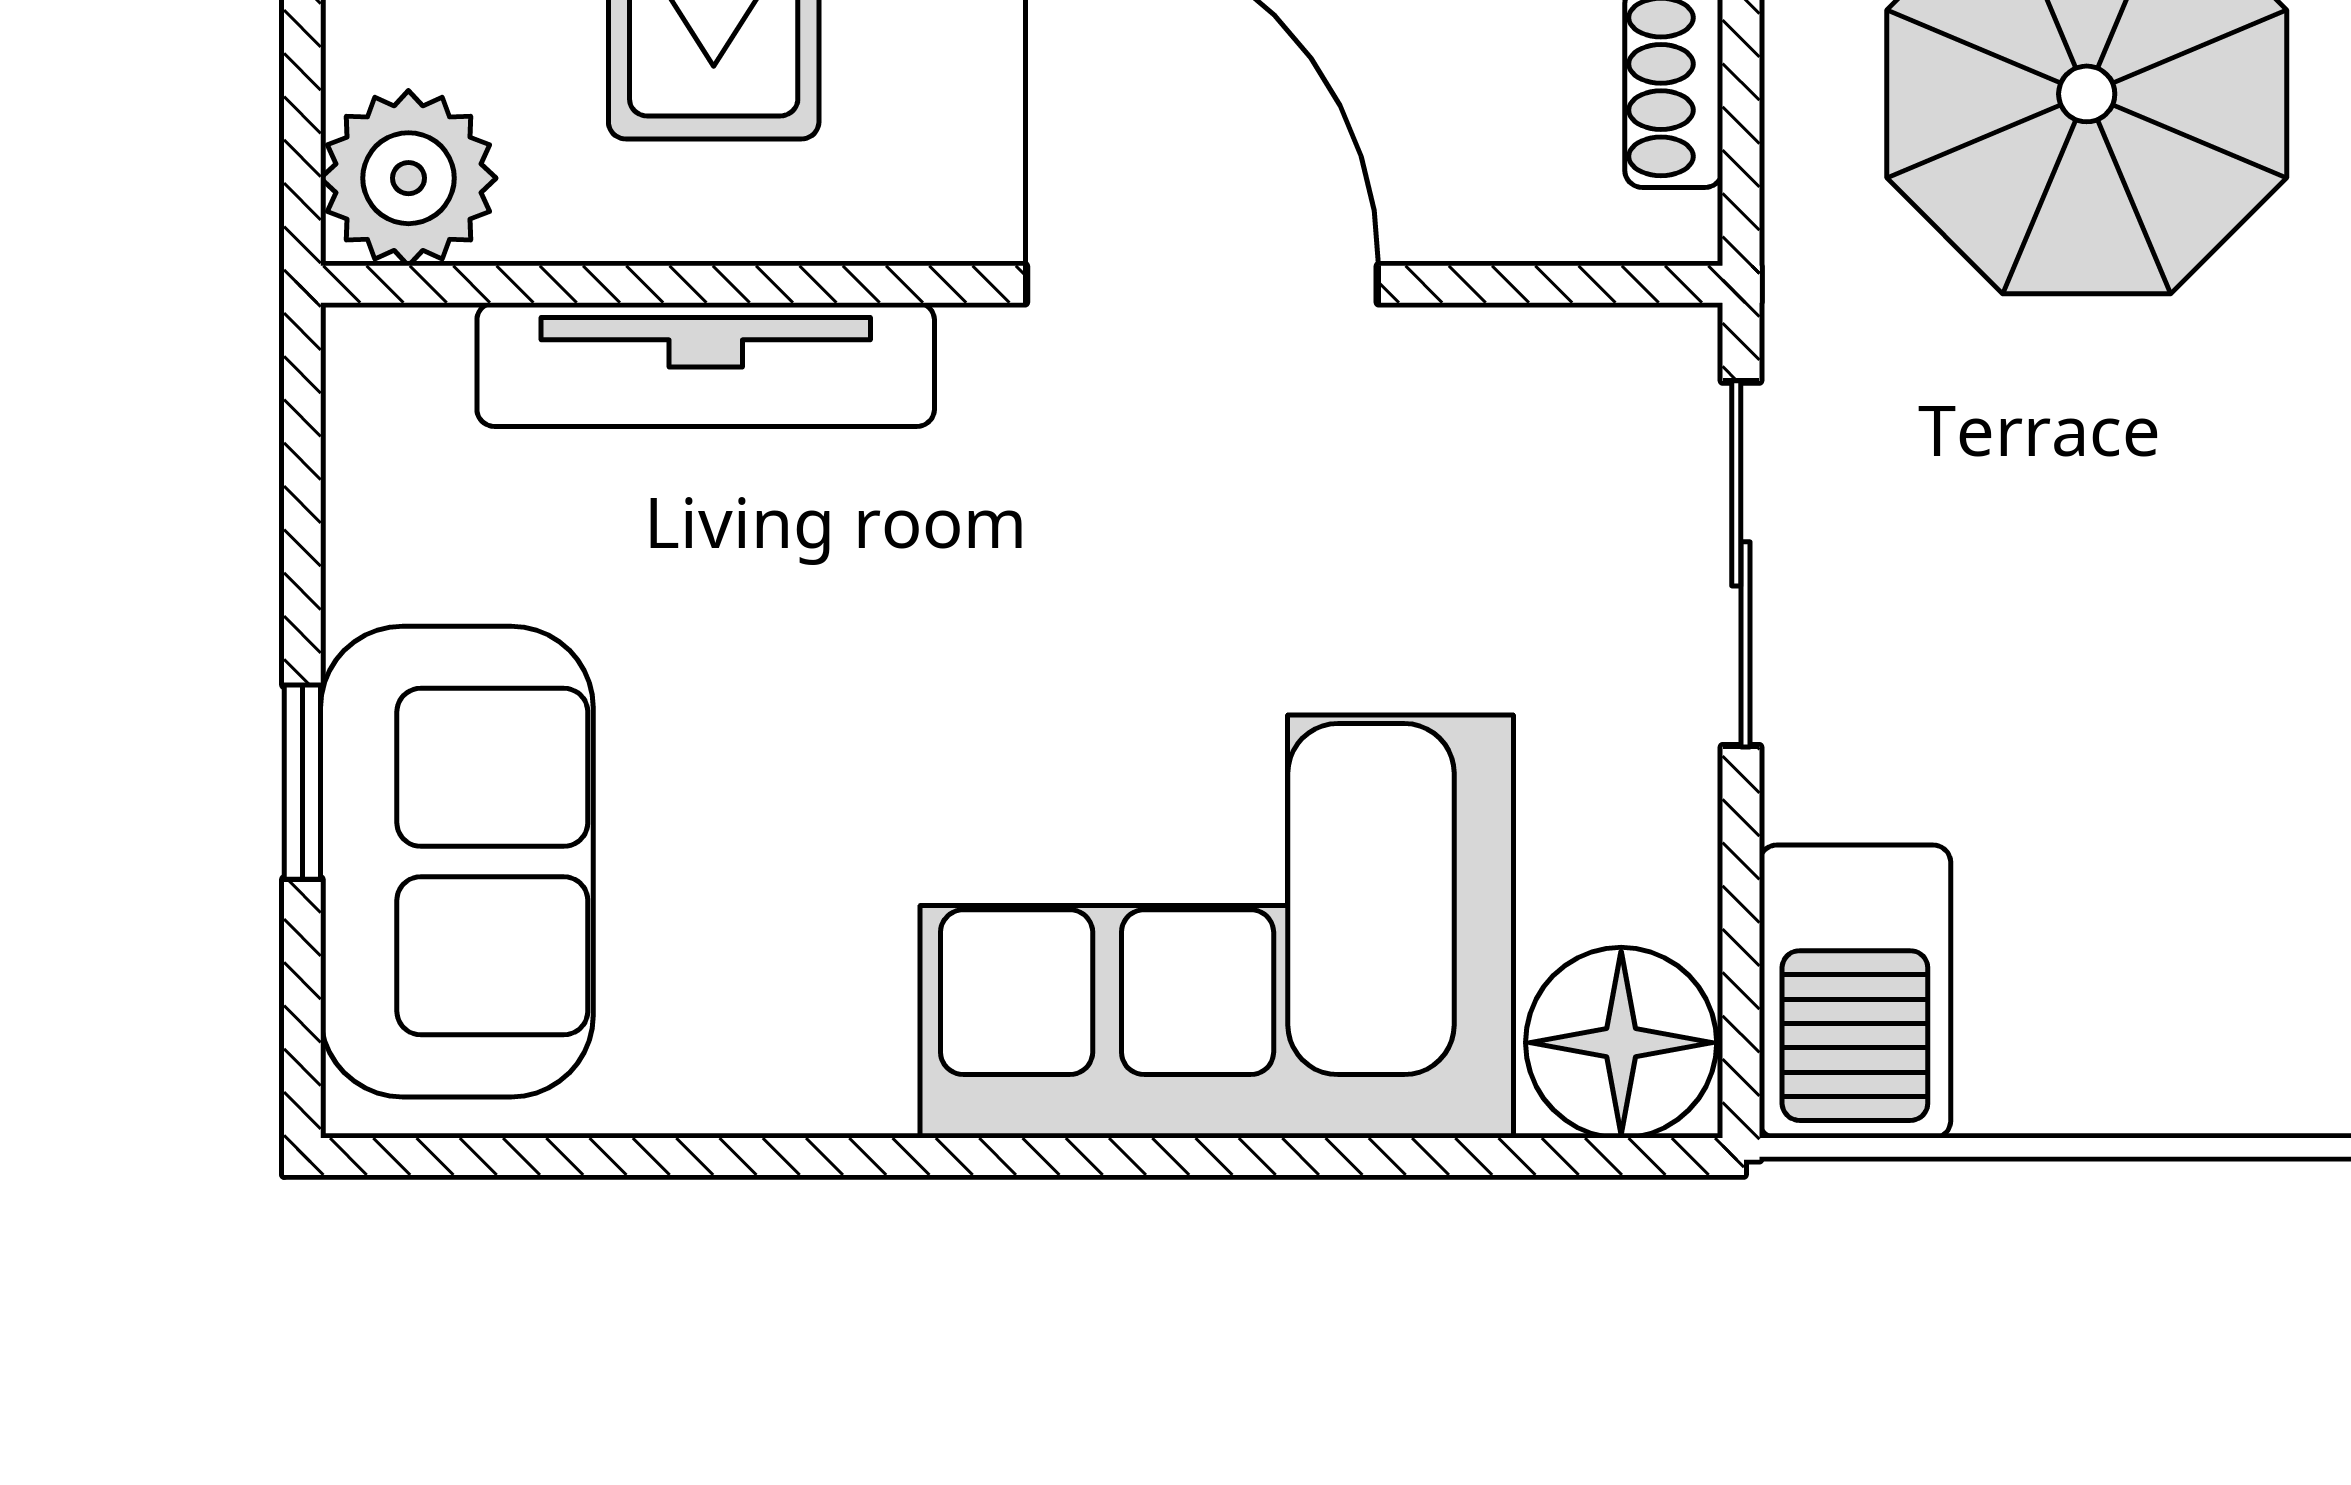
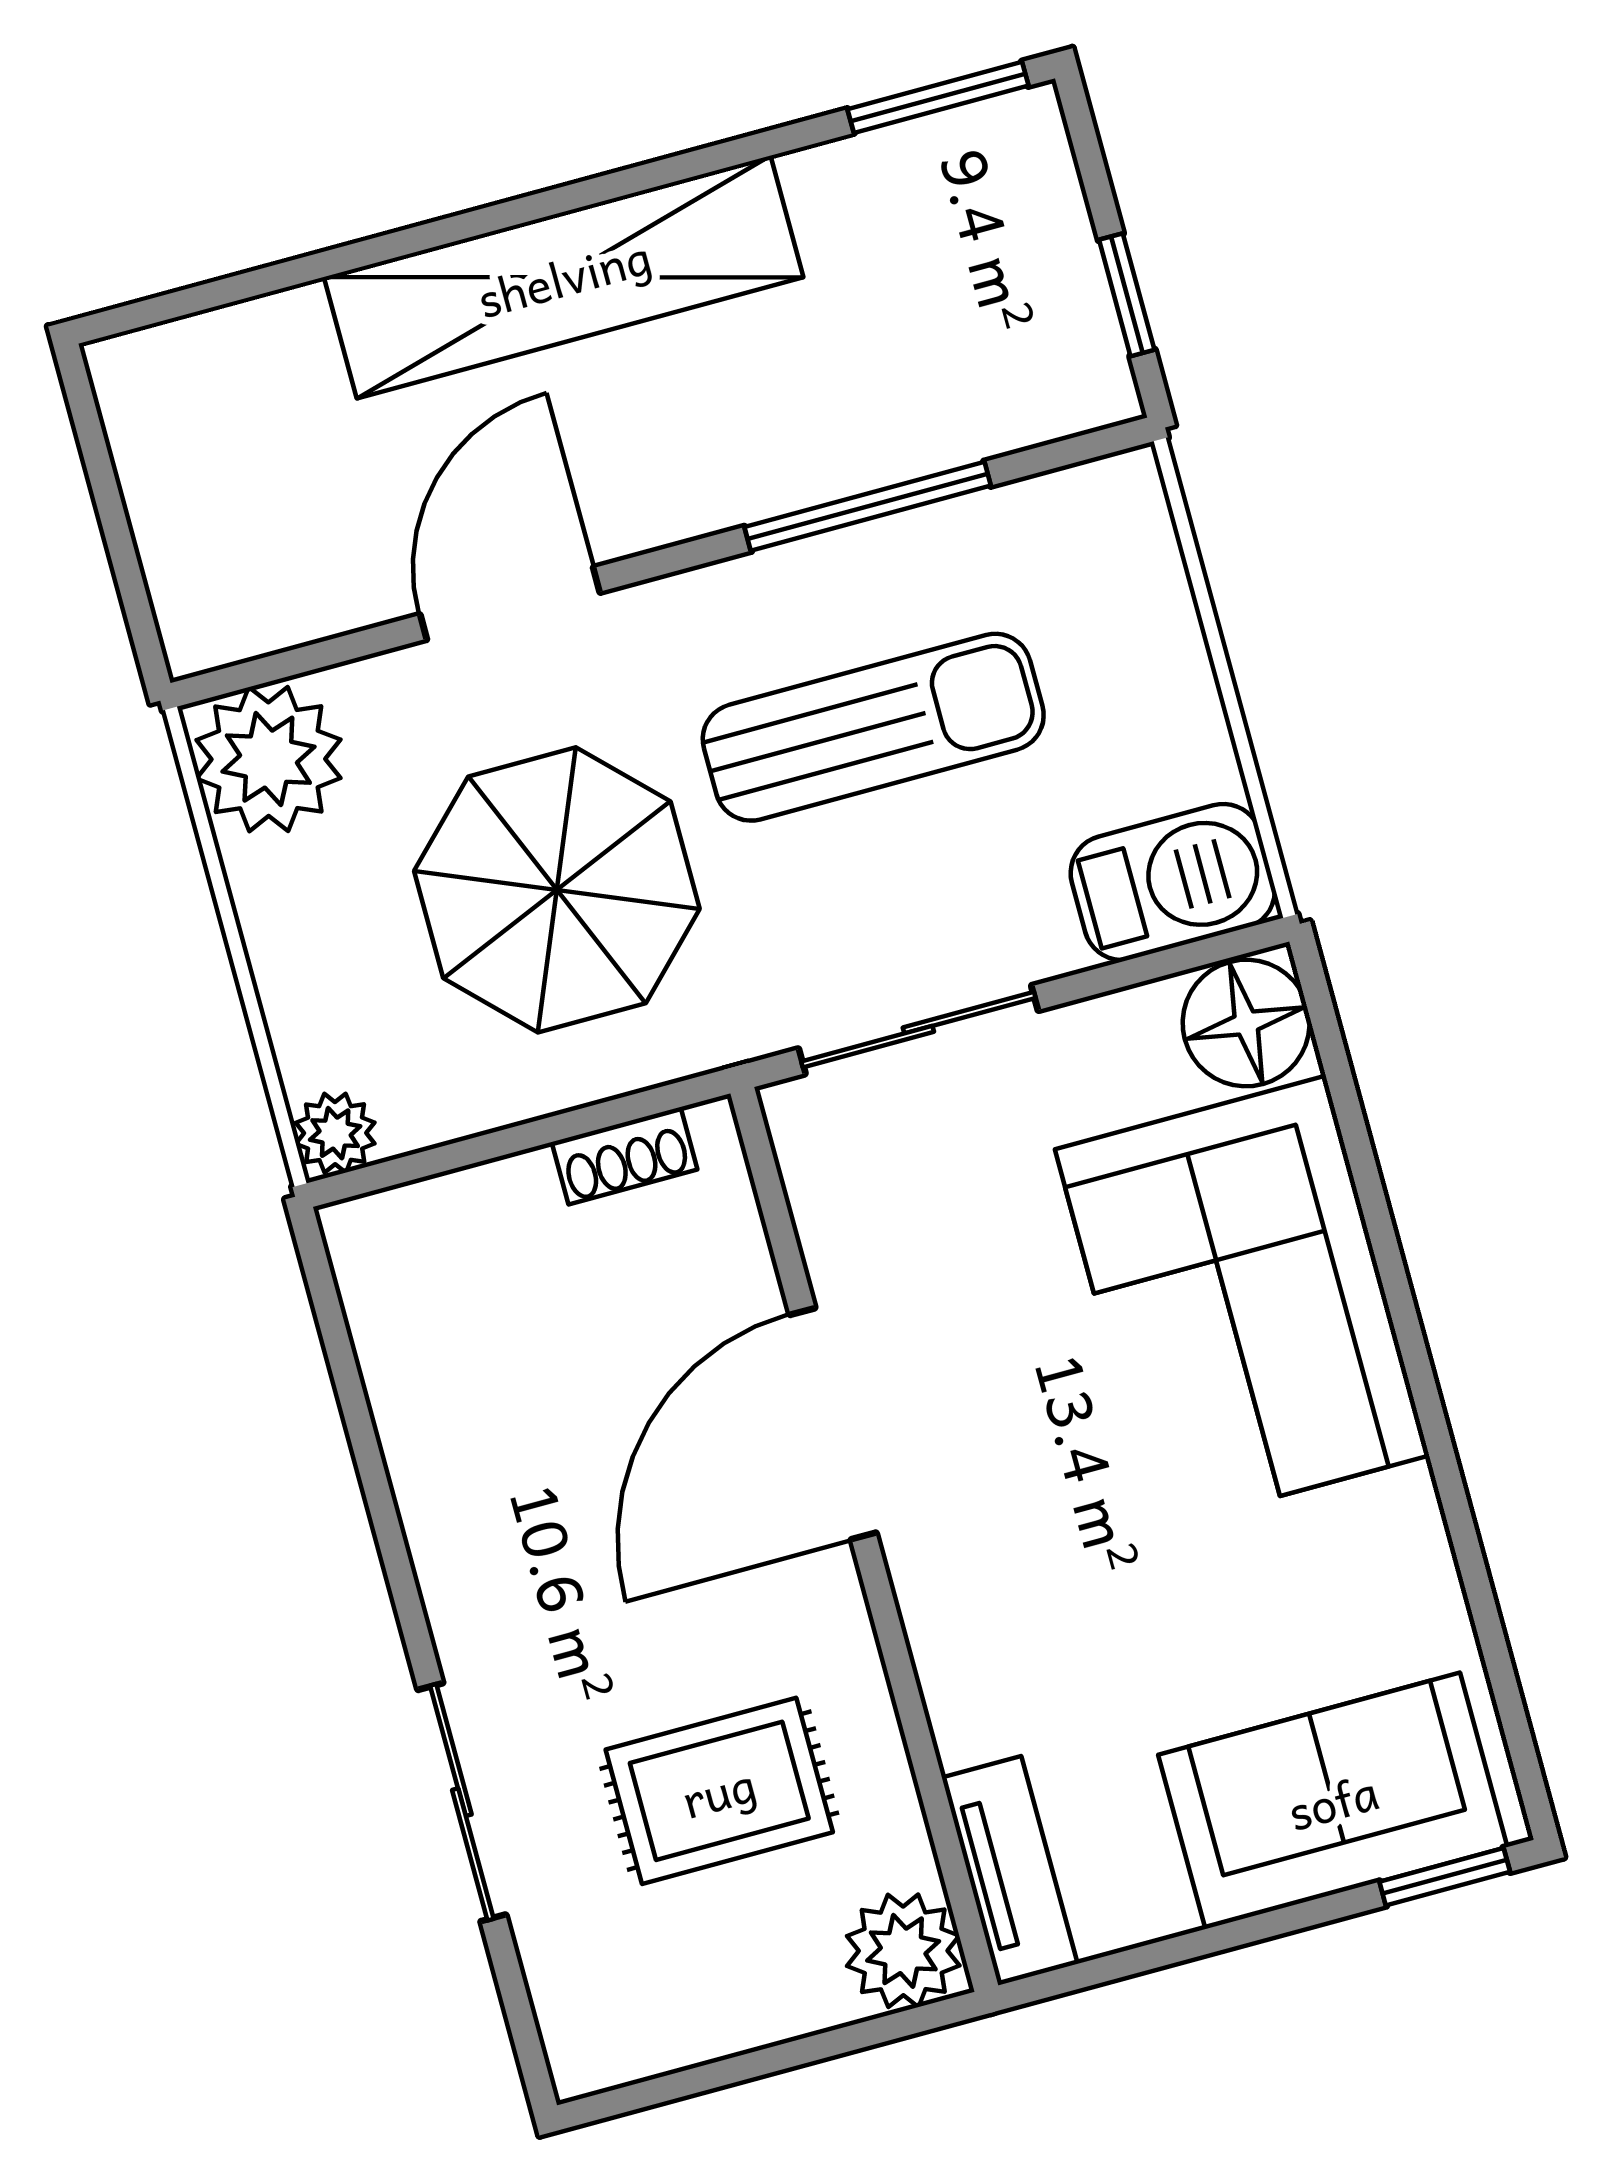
tv unit: (706, 365) -> (1010, 1871), moved, width x0.71
sun lounger: (2198, 618) -> (873, 727), added
window: (302, 782) -> (1445, 1877), moved

